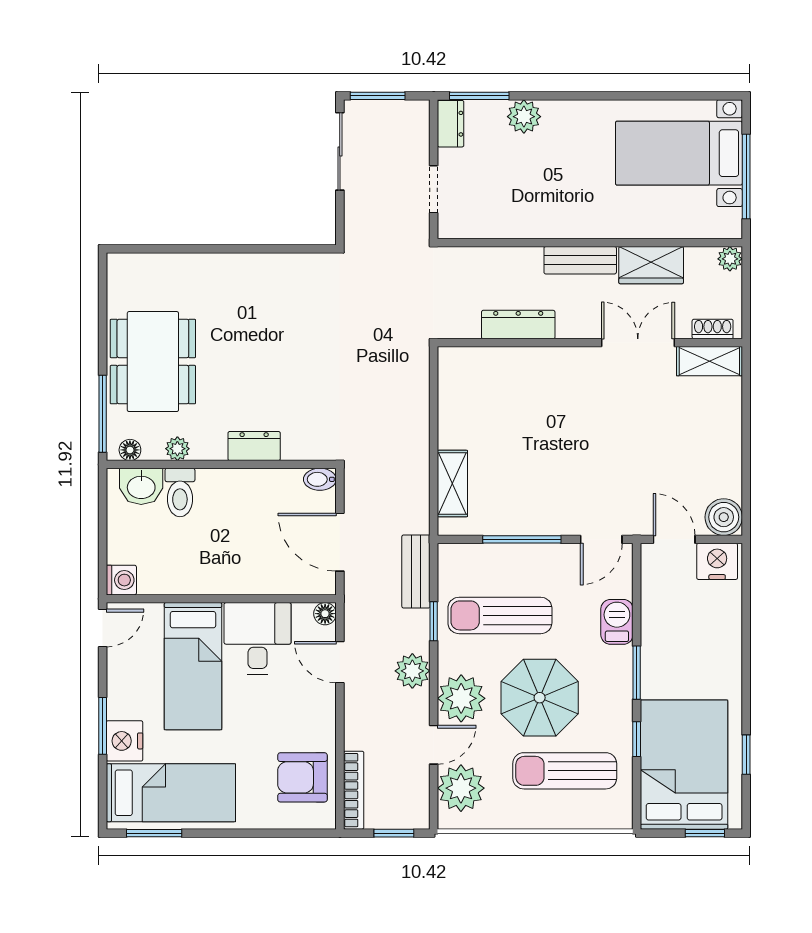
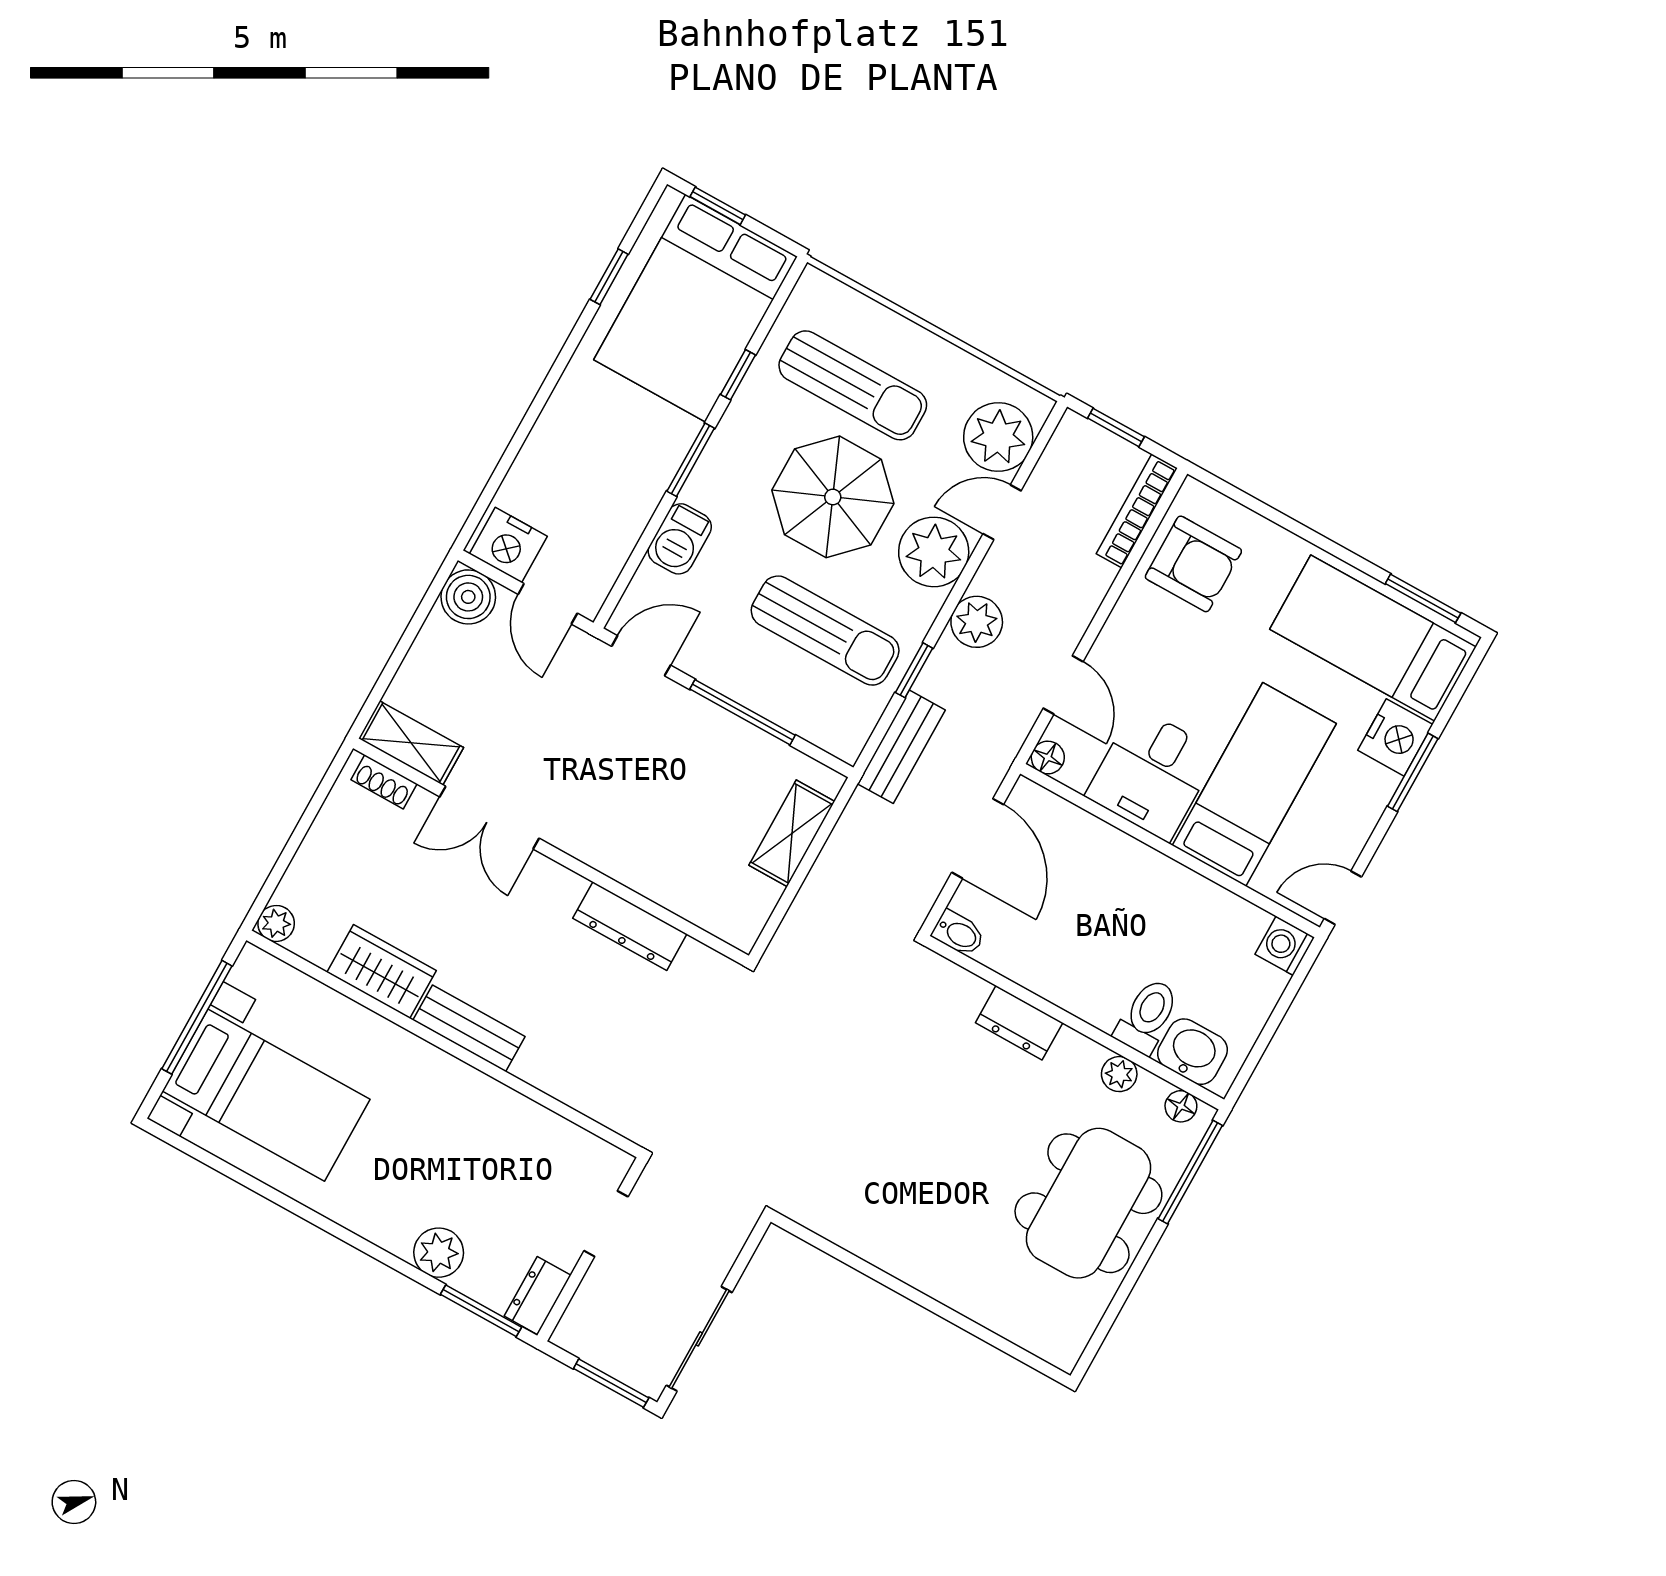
dresser: (518, 325) -> (630, 926), moved
shoe rack: (713, 329) -> (384, 782), moved
wall: (590, 343) -> (551, 852), moved
double door: (638, 343) -> (489, 818), moved
shelving: (709, 361) -> (411, 743), moved

